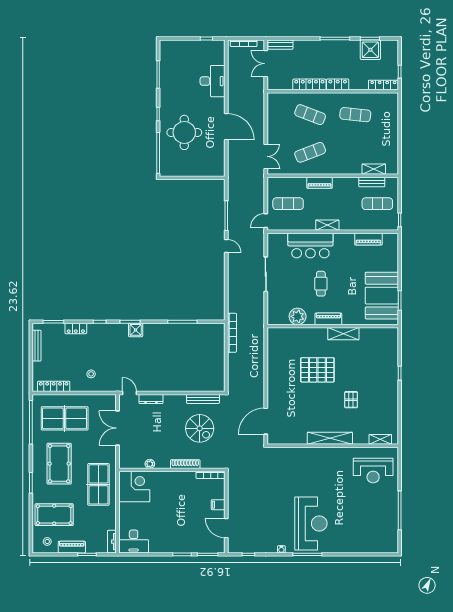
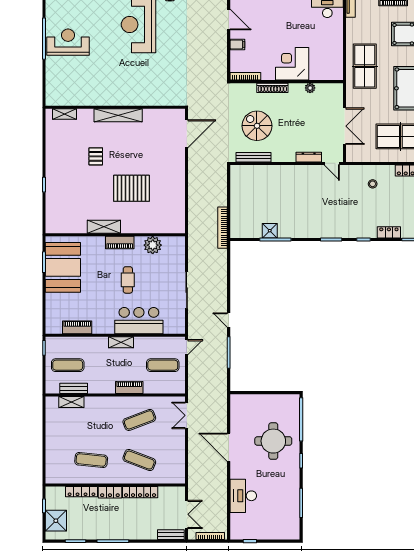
shower: (370, 50) -> (56, 521), moved
locker: (383, 85) -> (81, 492), moved
shower: (136, 330) -> (270, 231), moved
reception desk: (373, 471) -> (68, 42), moved
corner desk: (134, 487) -> (292, 64), moved, turned 90

